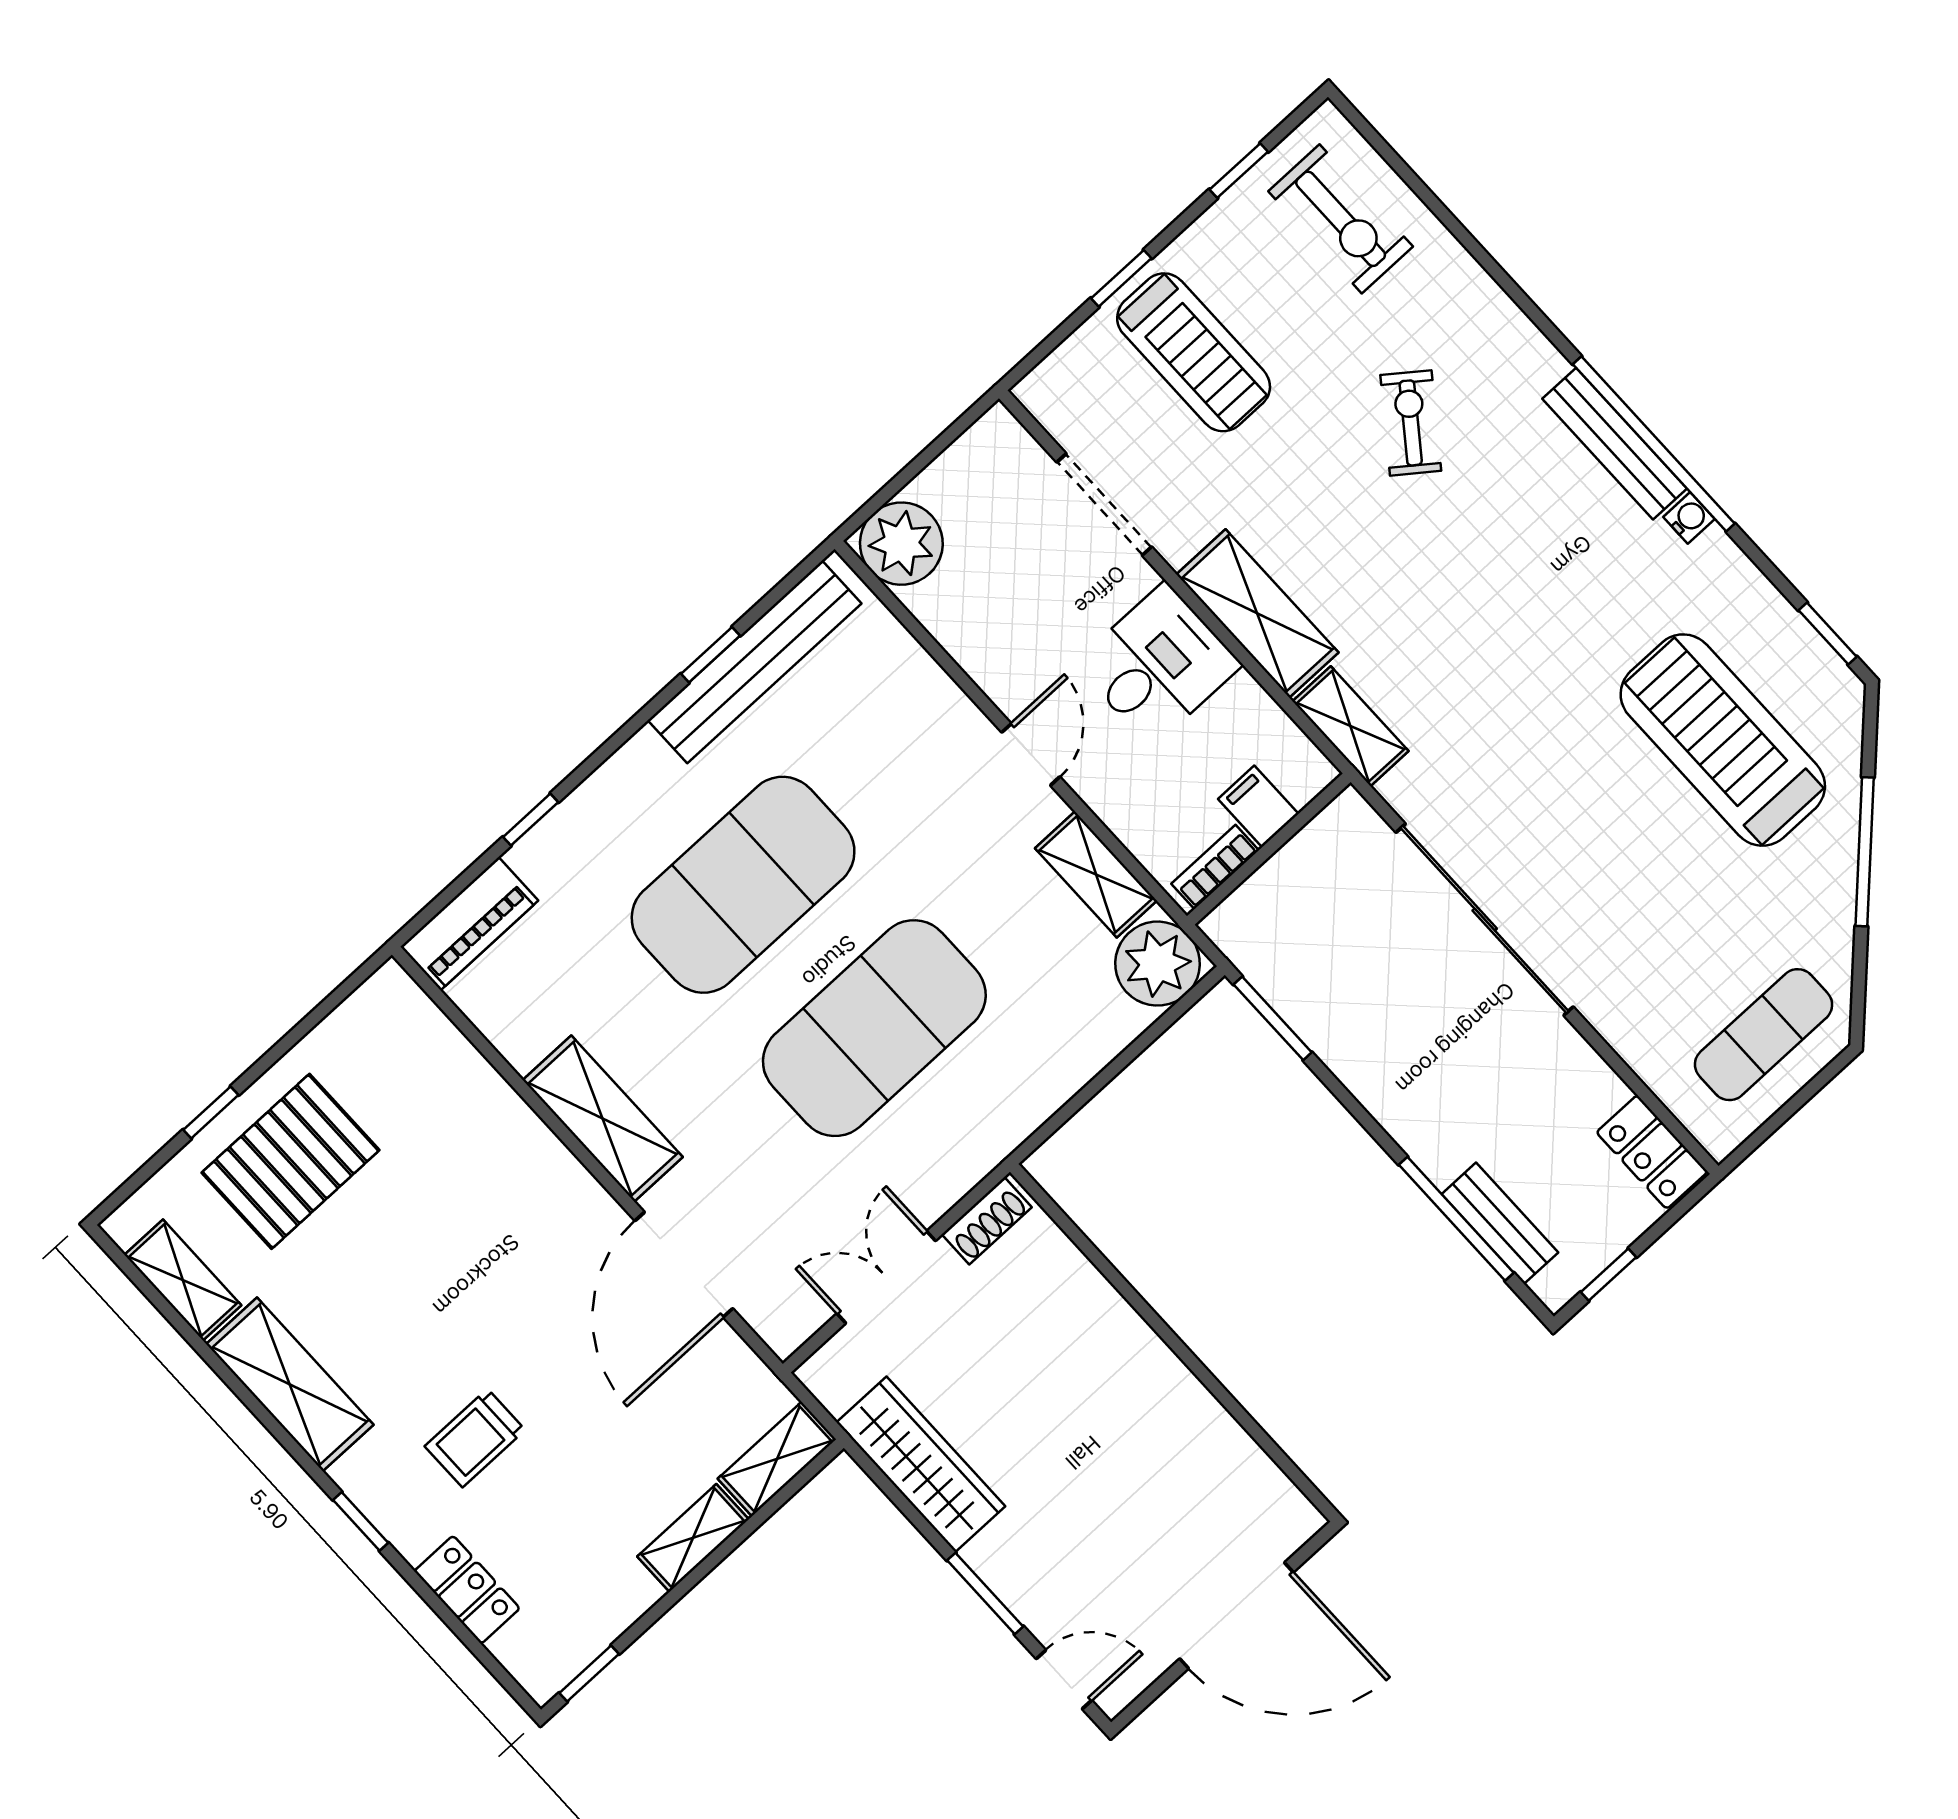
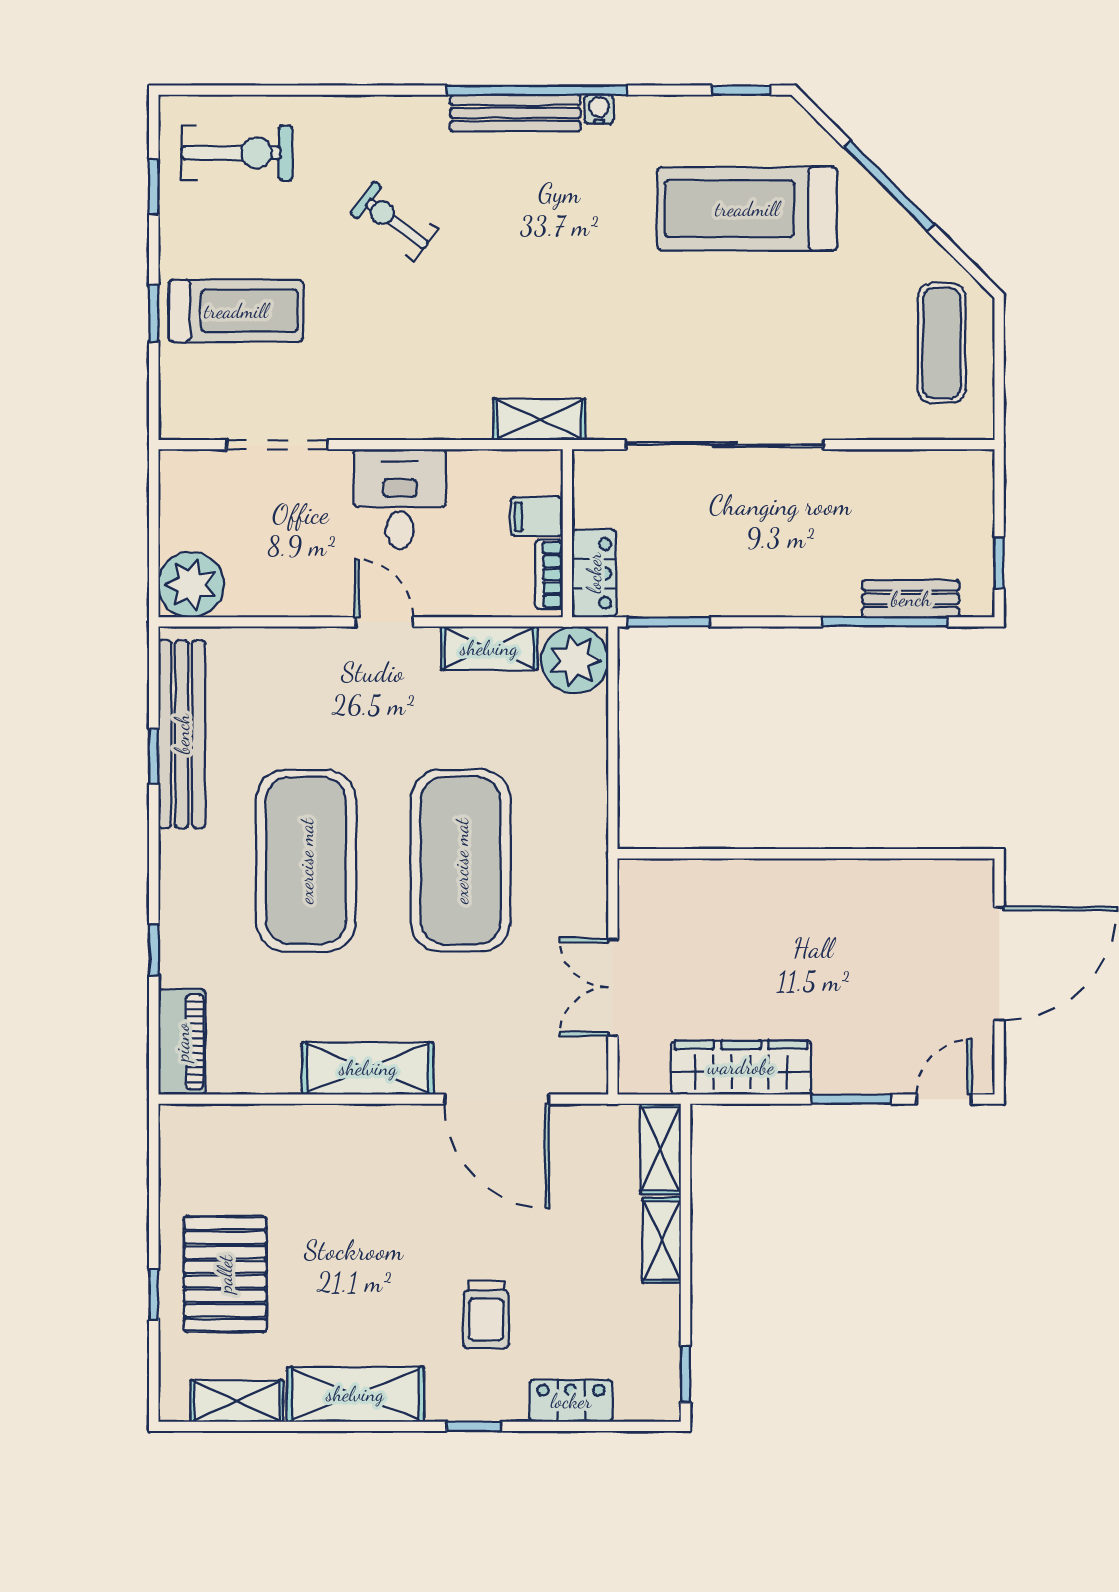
shelving: (1257, 613) -> (423, 414), removed
locker: (1652, 1152) -> (594, 573), moved, turned -90
shoe rack: (987, 1221) -> (634, 898), removed

